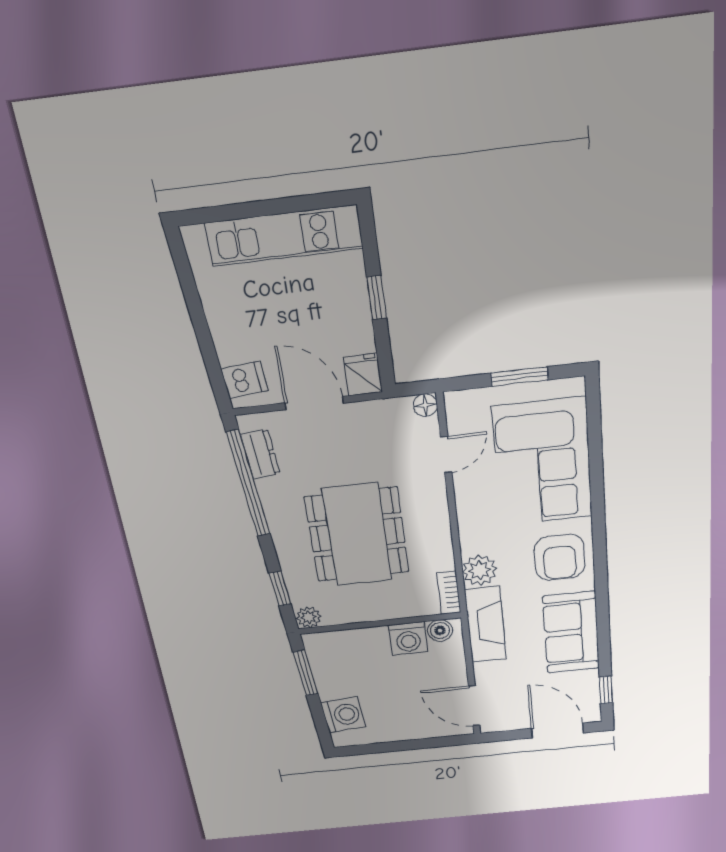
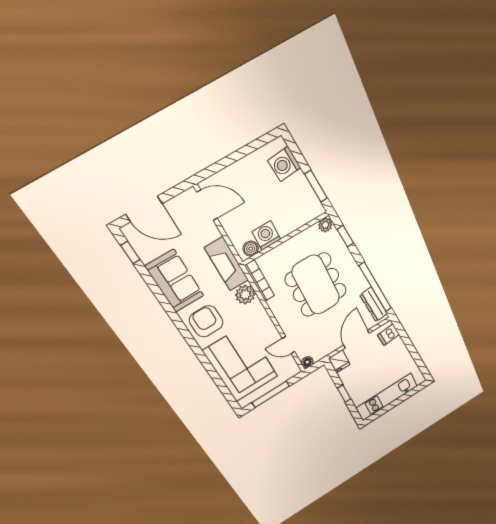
window: (520, 377) -> (271, 394), width x1.44
door: (314, 403) -> (356, 339), swing flipped
dresser: (260, 454) -> (374, 305), width x1.44
door: (446, 455) -> (289, 345), hinge flipped
bookcase: (449, 593) -> (260, 281), width x1.56

